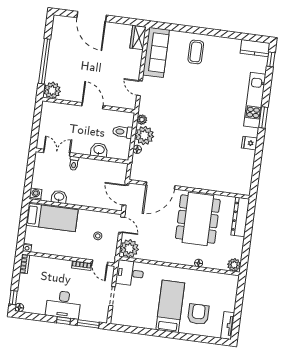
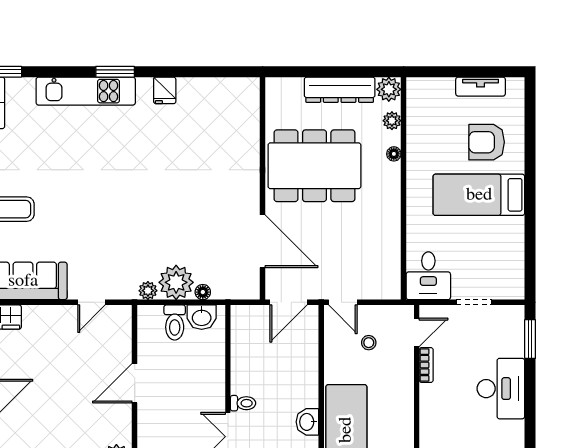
washbasin: (99, 150) -> (202, 317), moved, turned -90
dresser: (240, 217) -> (340, 90), moved
door: (122, 225) -> (343, 302), swing flipped
plant: (129, 249) -> (392, 121), moved, width x0.53, depth x0.53
window: (64, 321) -> (530, 384), removed
tv unit: (228, 326) -> (481, 87), moved

